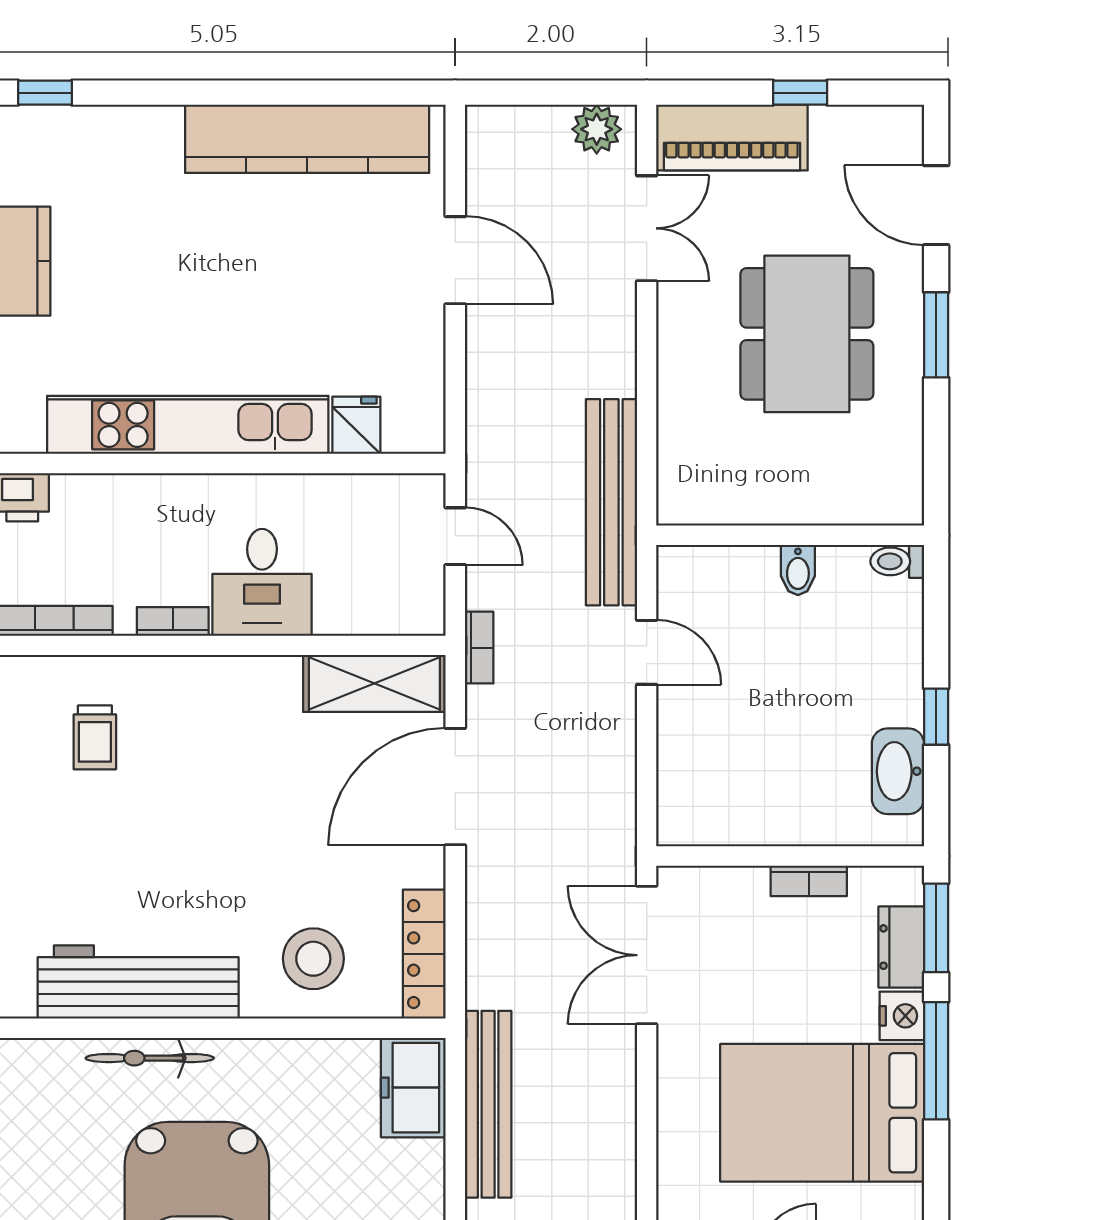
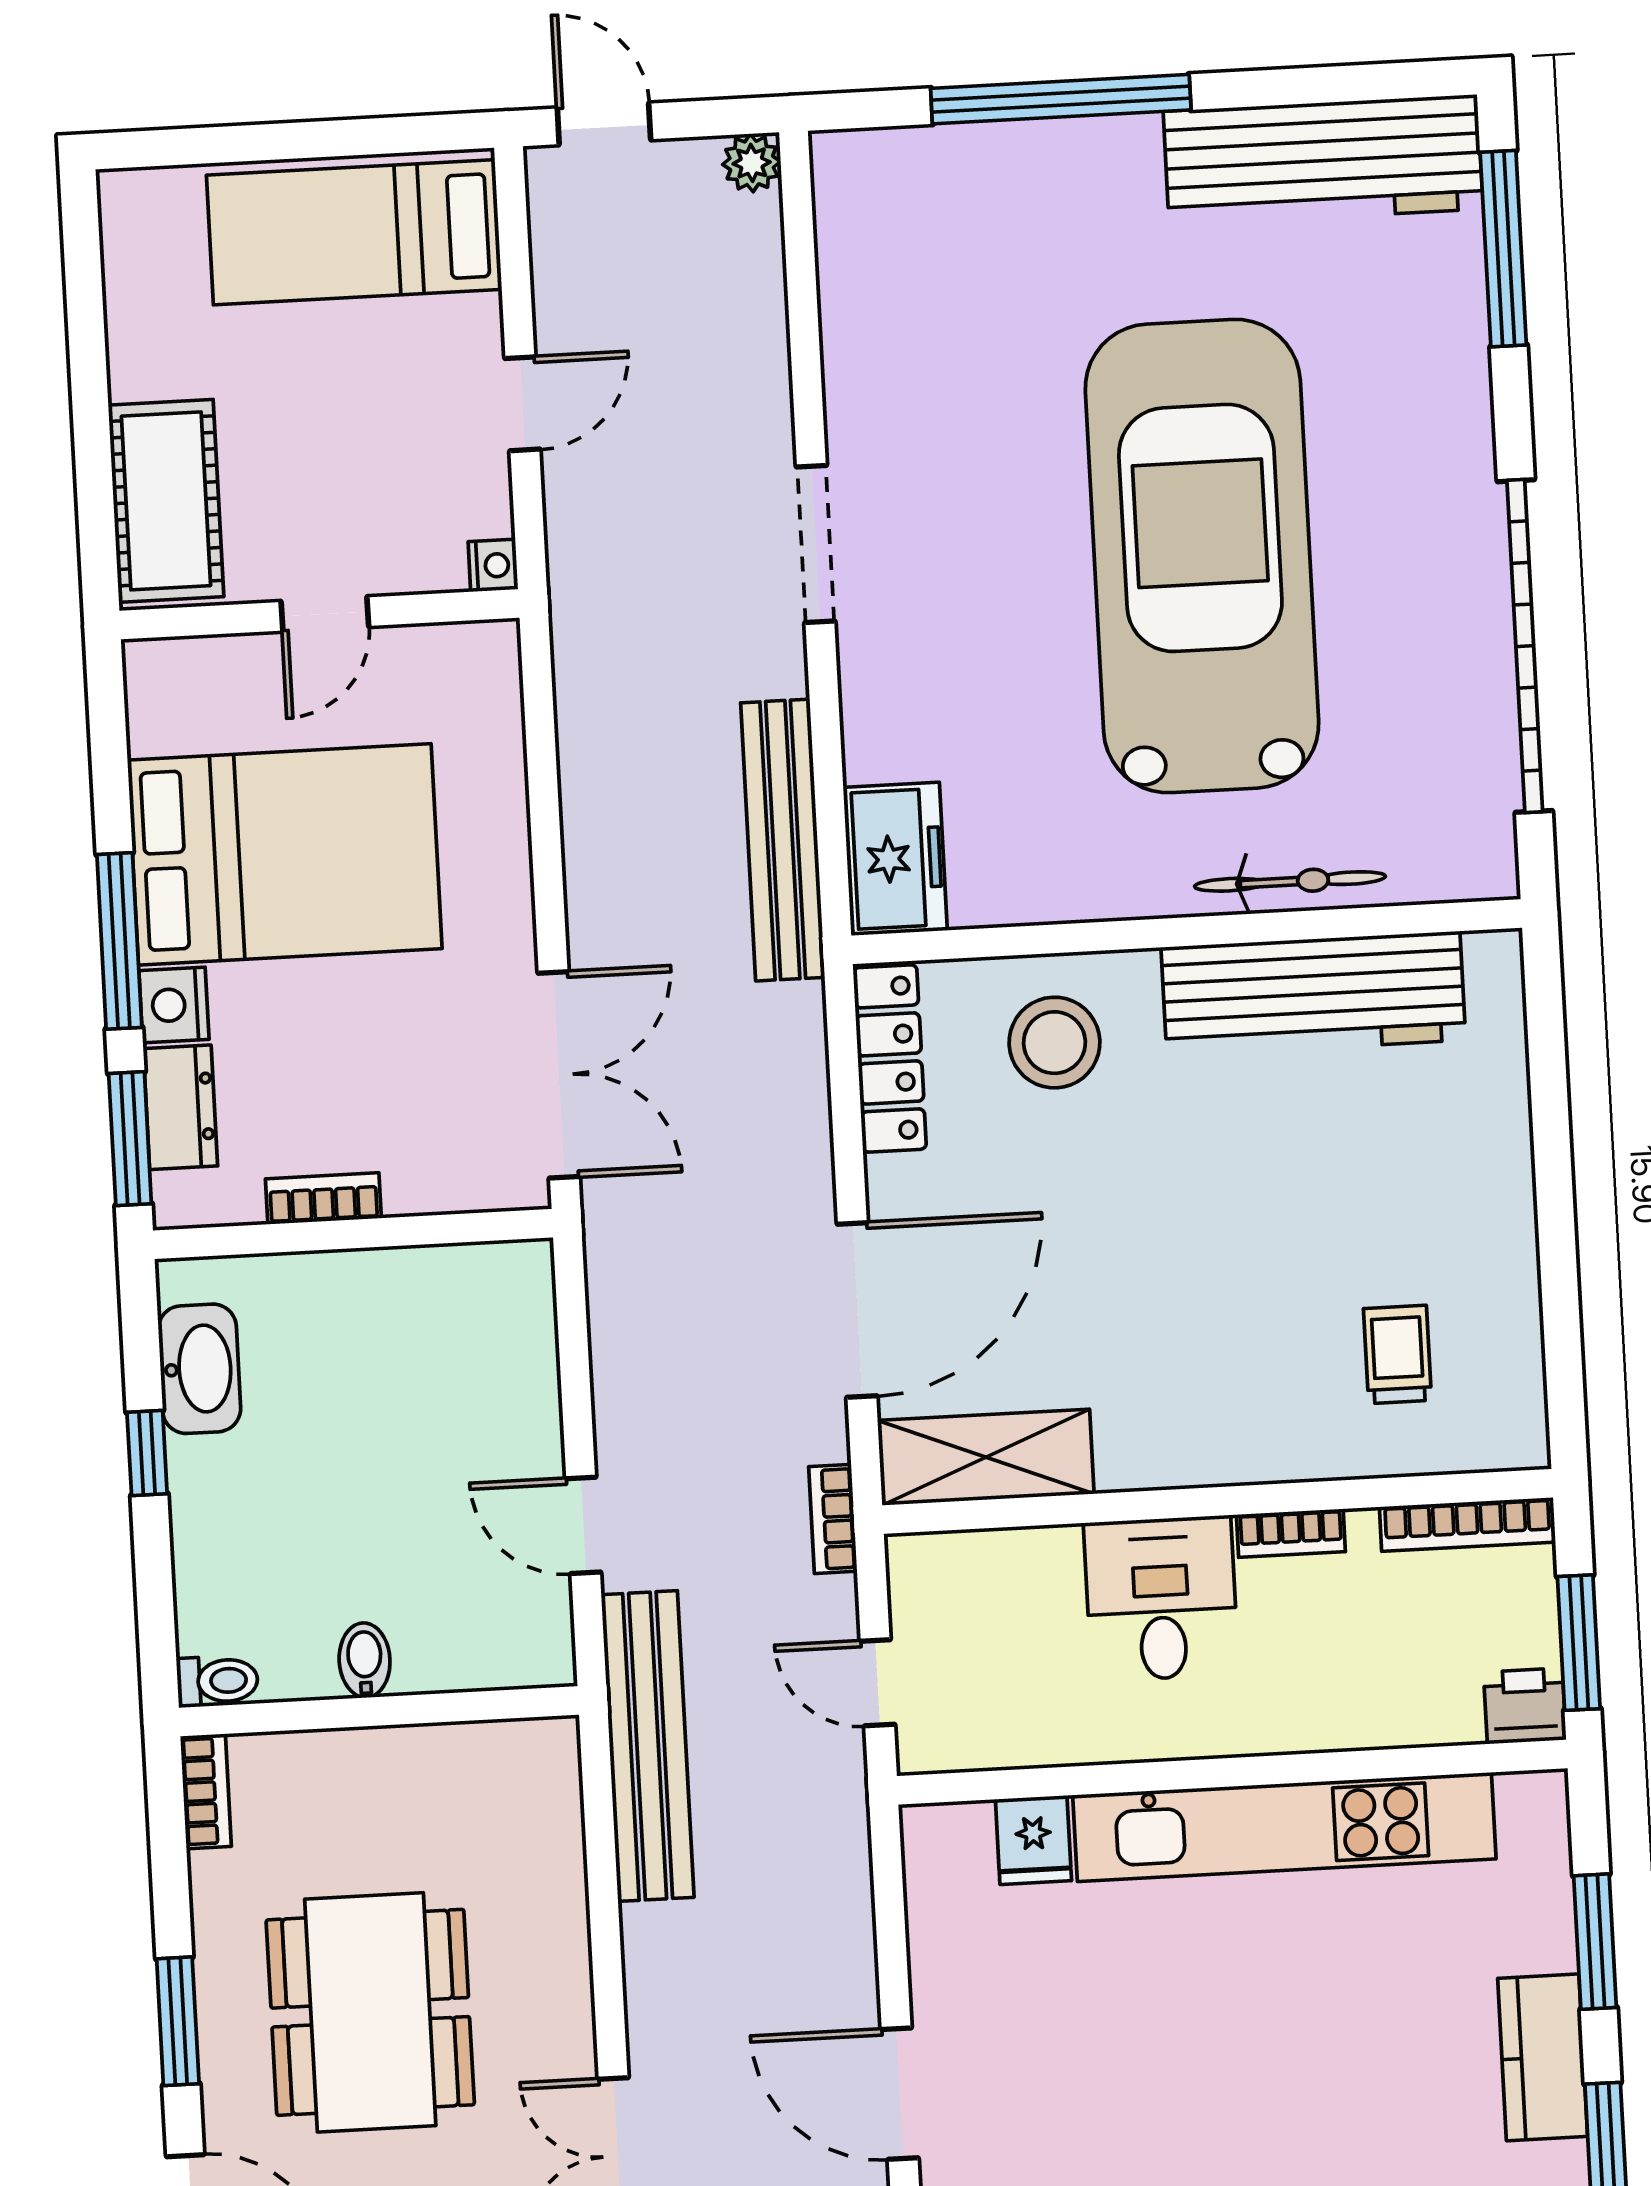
bookcase: (909, 488) -> (206, 1791), added

